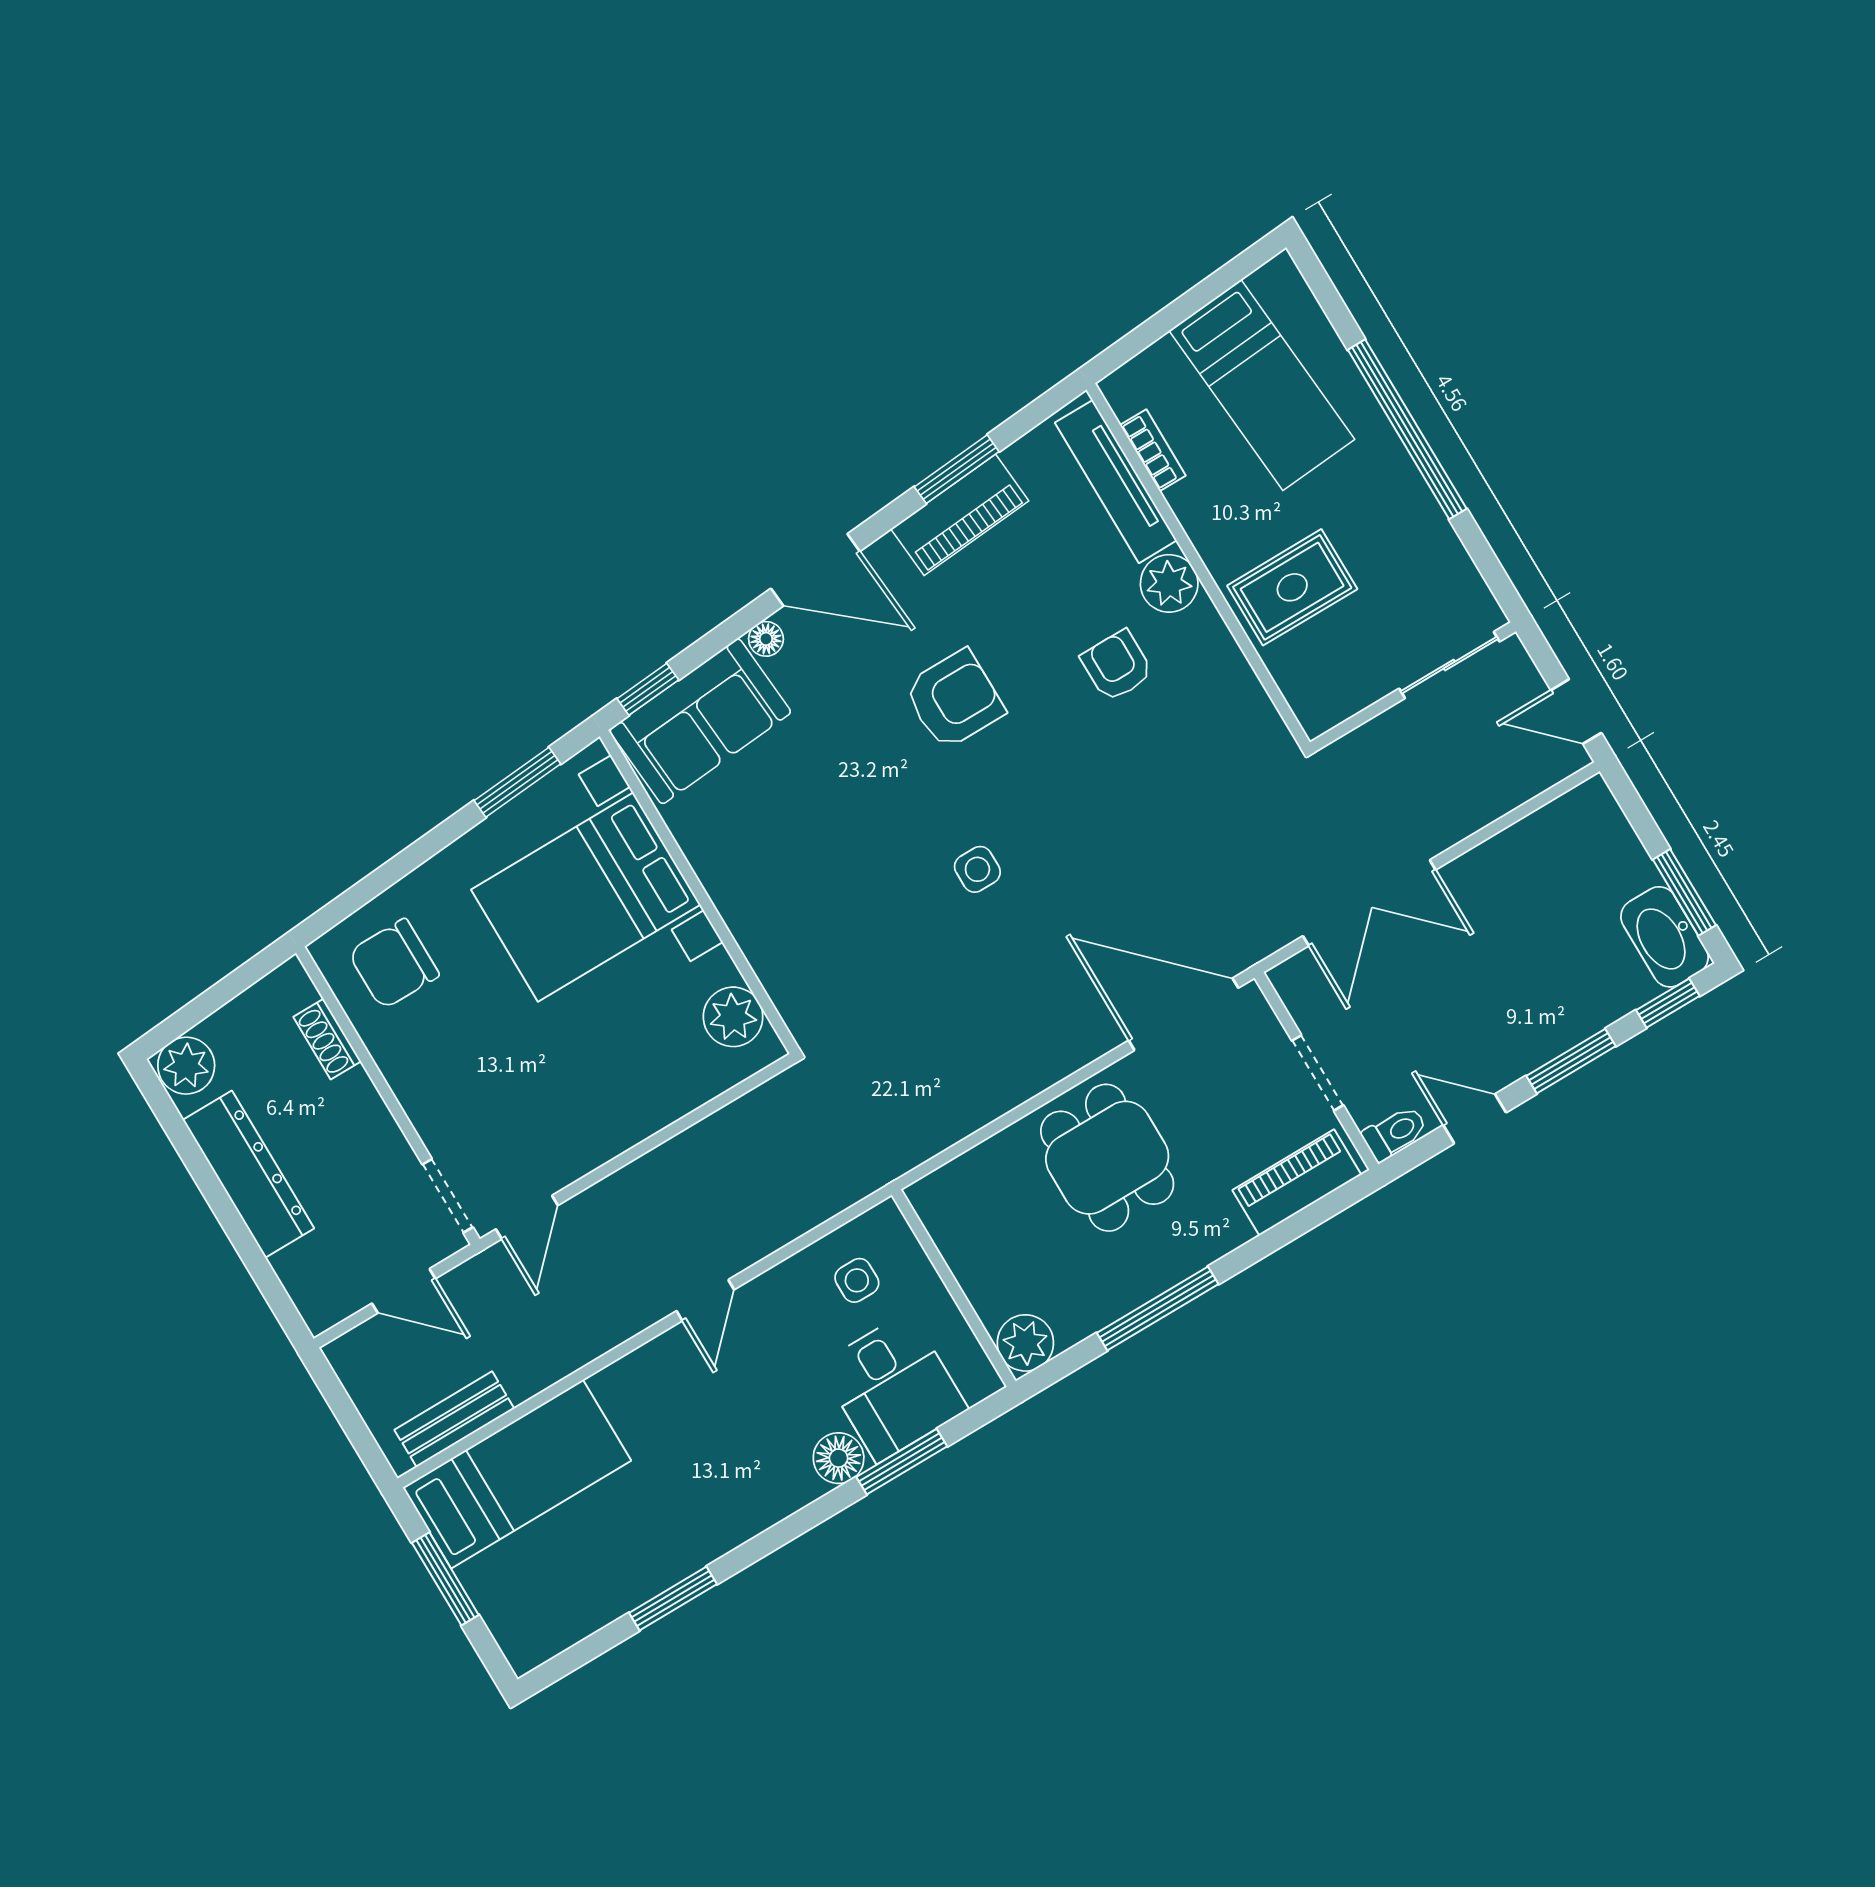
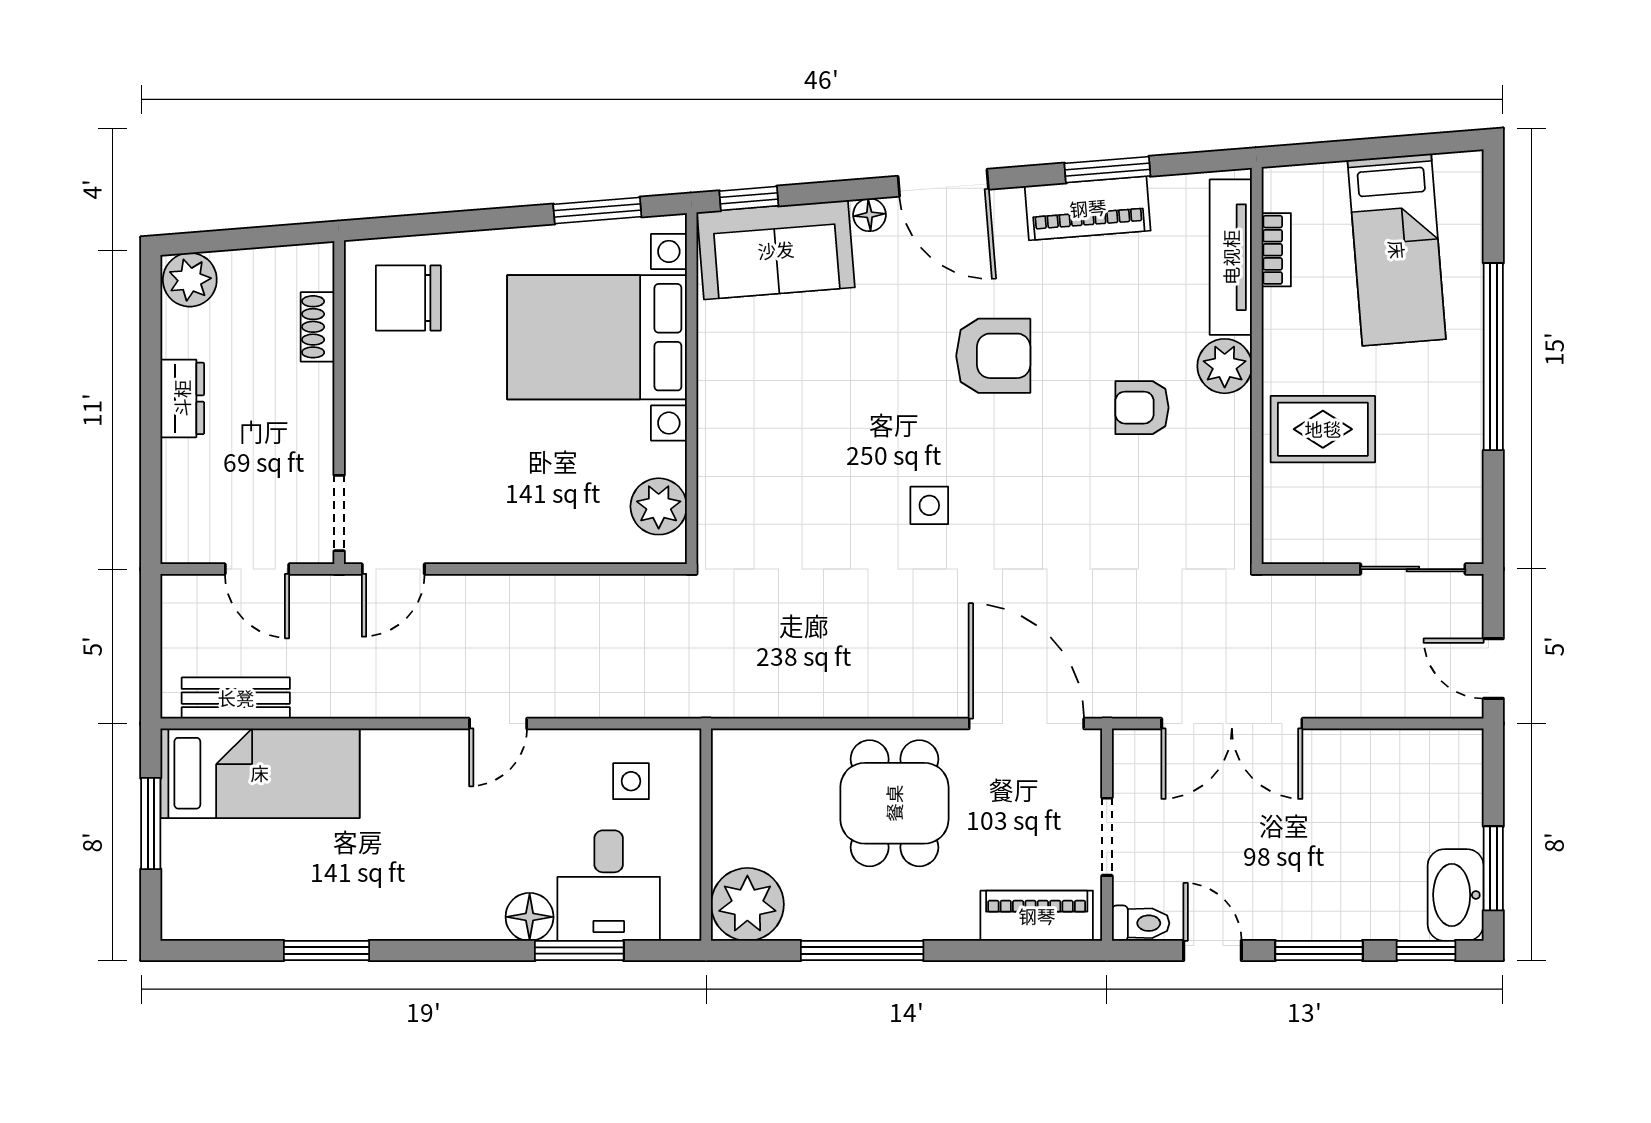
armchair: (1117, 666) -> (1142, 408), turned -90
dresser: (248, 1174) -> (182, 398), width x0.51, depth x0.80
plant: (1025, 1343) -> (747, 904), width x1.36, depth x1.36

